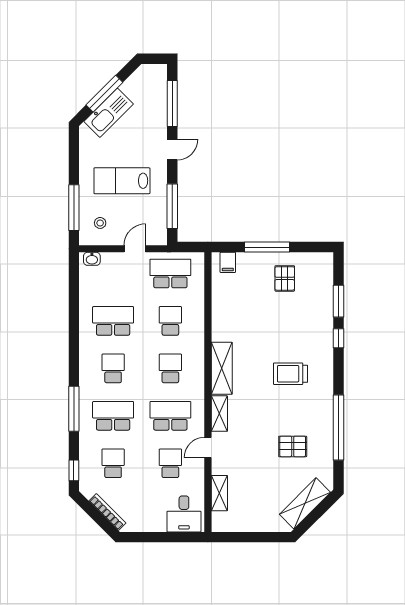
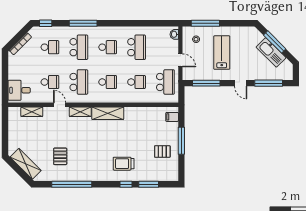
kitchen sink: (109, 113) -> (271, 52), moved
trolley: (290, 374) -> (124, 164), moved, turned -90

